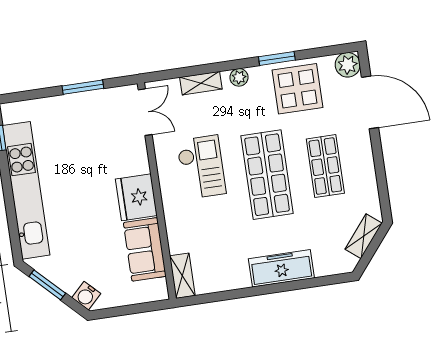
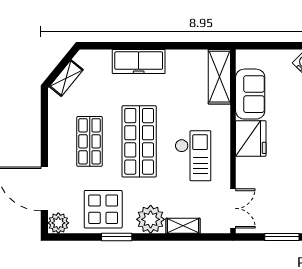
plant: (239, 77) -> (151, 219), width x1.88, depth x1.88
double door: (145, 112) -> (233, 208), swing flipped
checkout: (201, 167) -> (193, 156), turned 180
shelving: (182, 276) -> (219, 77), width x1.50, depth x1.33

